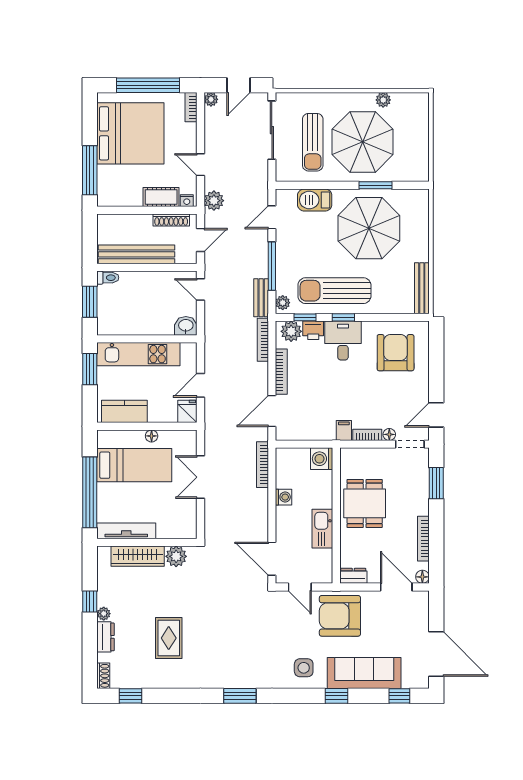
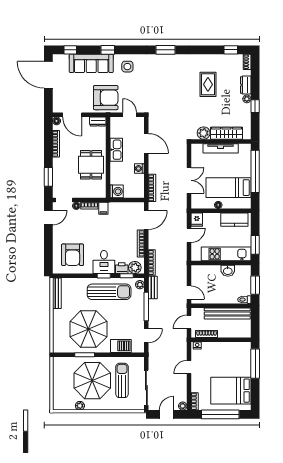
bed: (130, 133) -> (231, 391), width x0.73
door: (200, 165) -> (189, 367), swing flipped
cot: (161, 197) -> (213, 348), removed
plant: (214, 201) -> (181, 346), removed
washbasin: (186, 326) -> (228, 271), moved
tv unit: (126, 531) -> (221, 148), moved
door: (272, 559) -> (146, 143), moved

